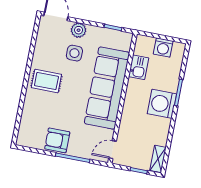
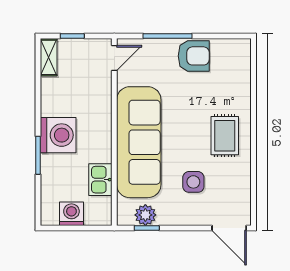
plant: (79, 30) -> (145, 215), moved
rug: (46, 81) -> (225, 136), turned 90

